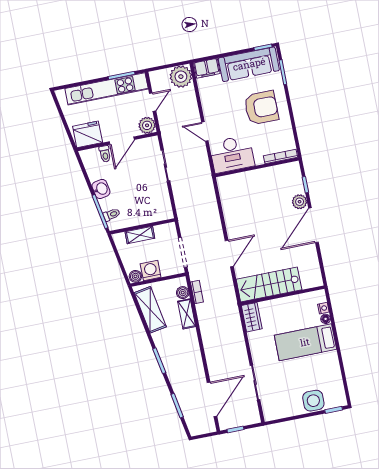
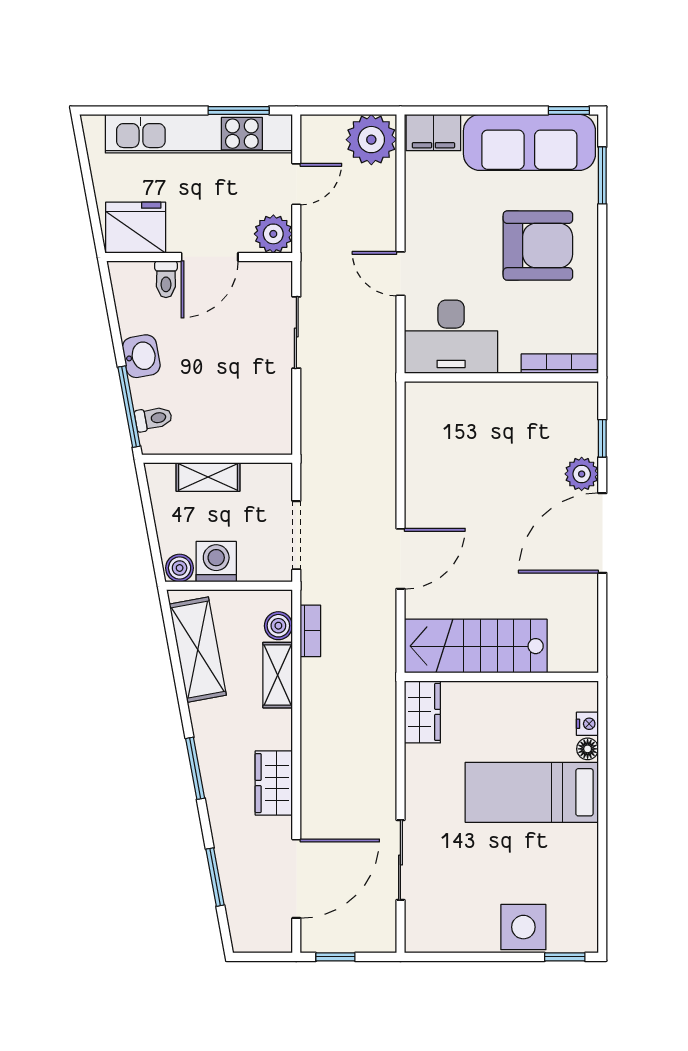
wardrobe: (194, 360) -> (274, 783), added

